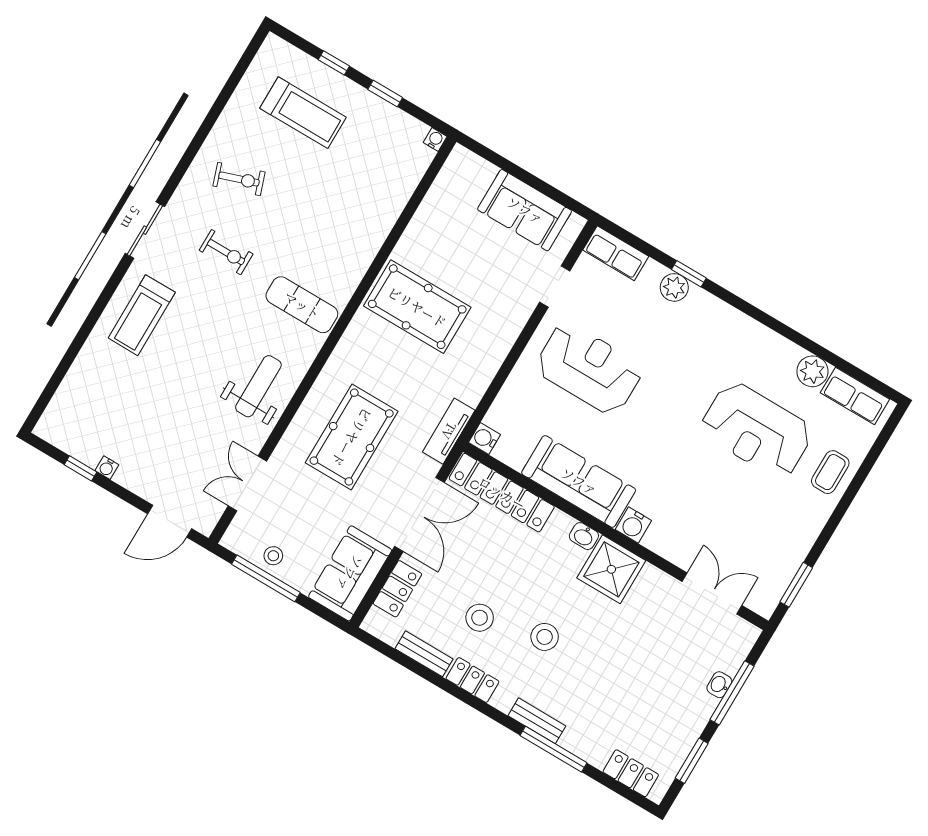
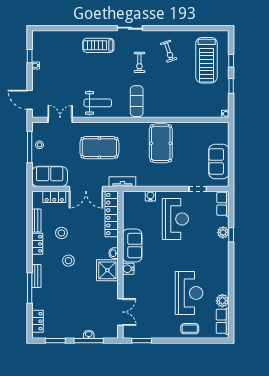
treadmill: (303, 113) -> (207, 60), width x1.37, depth x1.38
reception desk: (757, 430) -> (189, 293), turned 180
water cooler: (485, 438) -> (150, 196), moved
sofa: (579, 481) -> (132, 246), width x0.73

